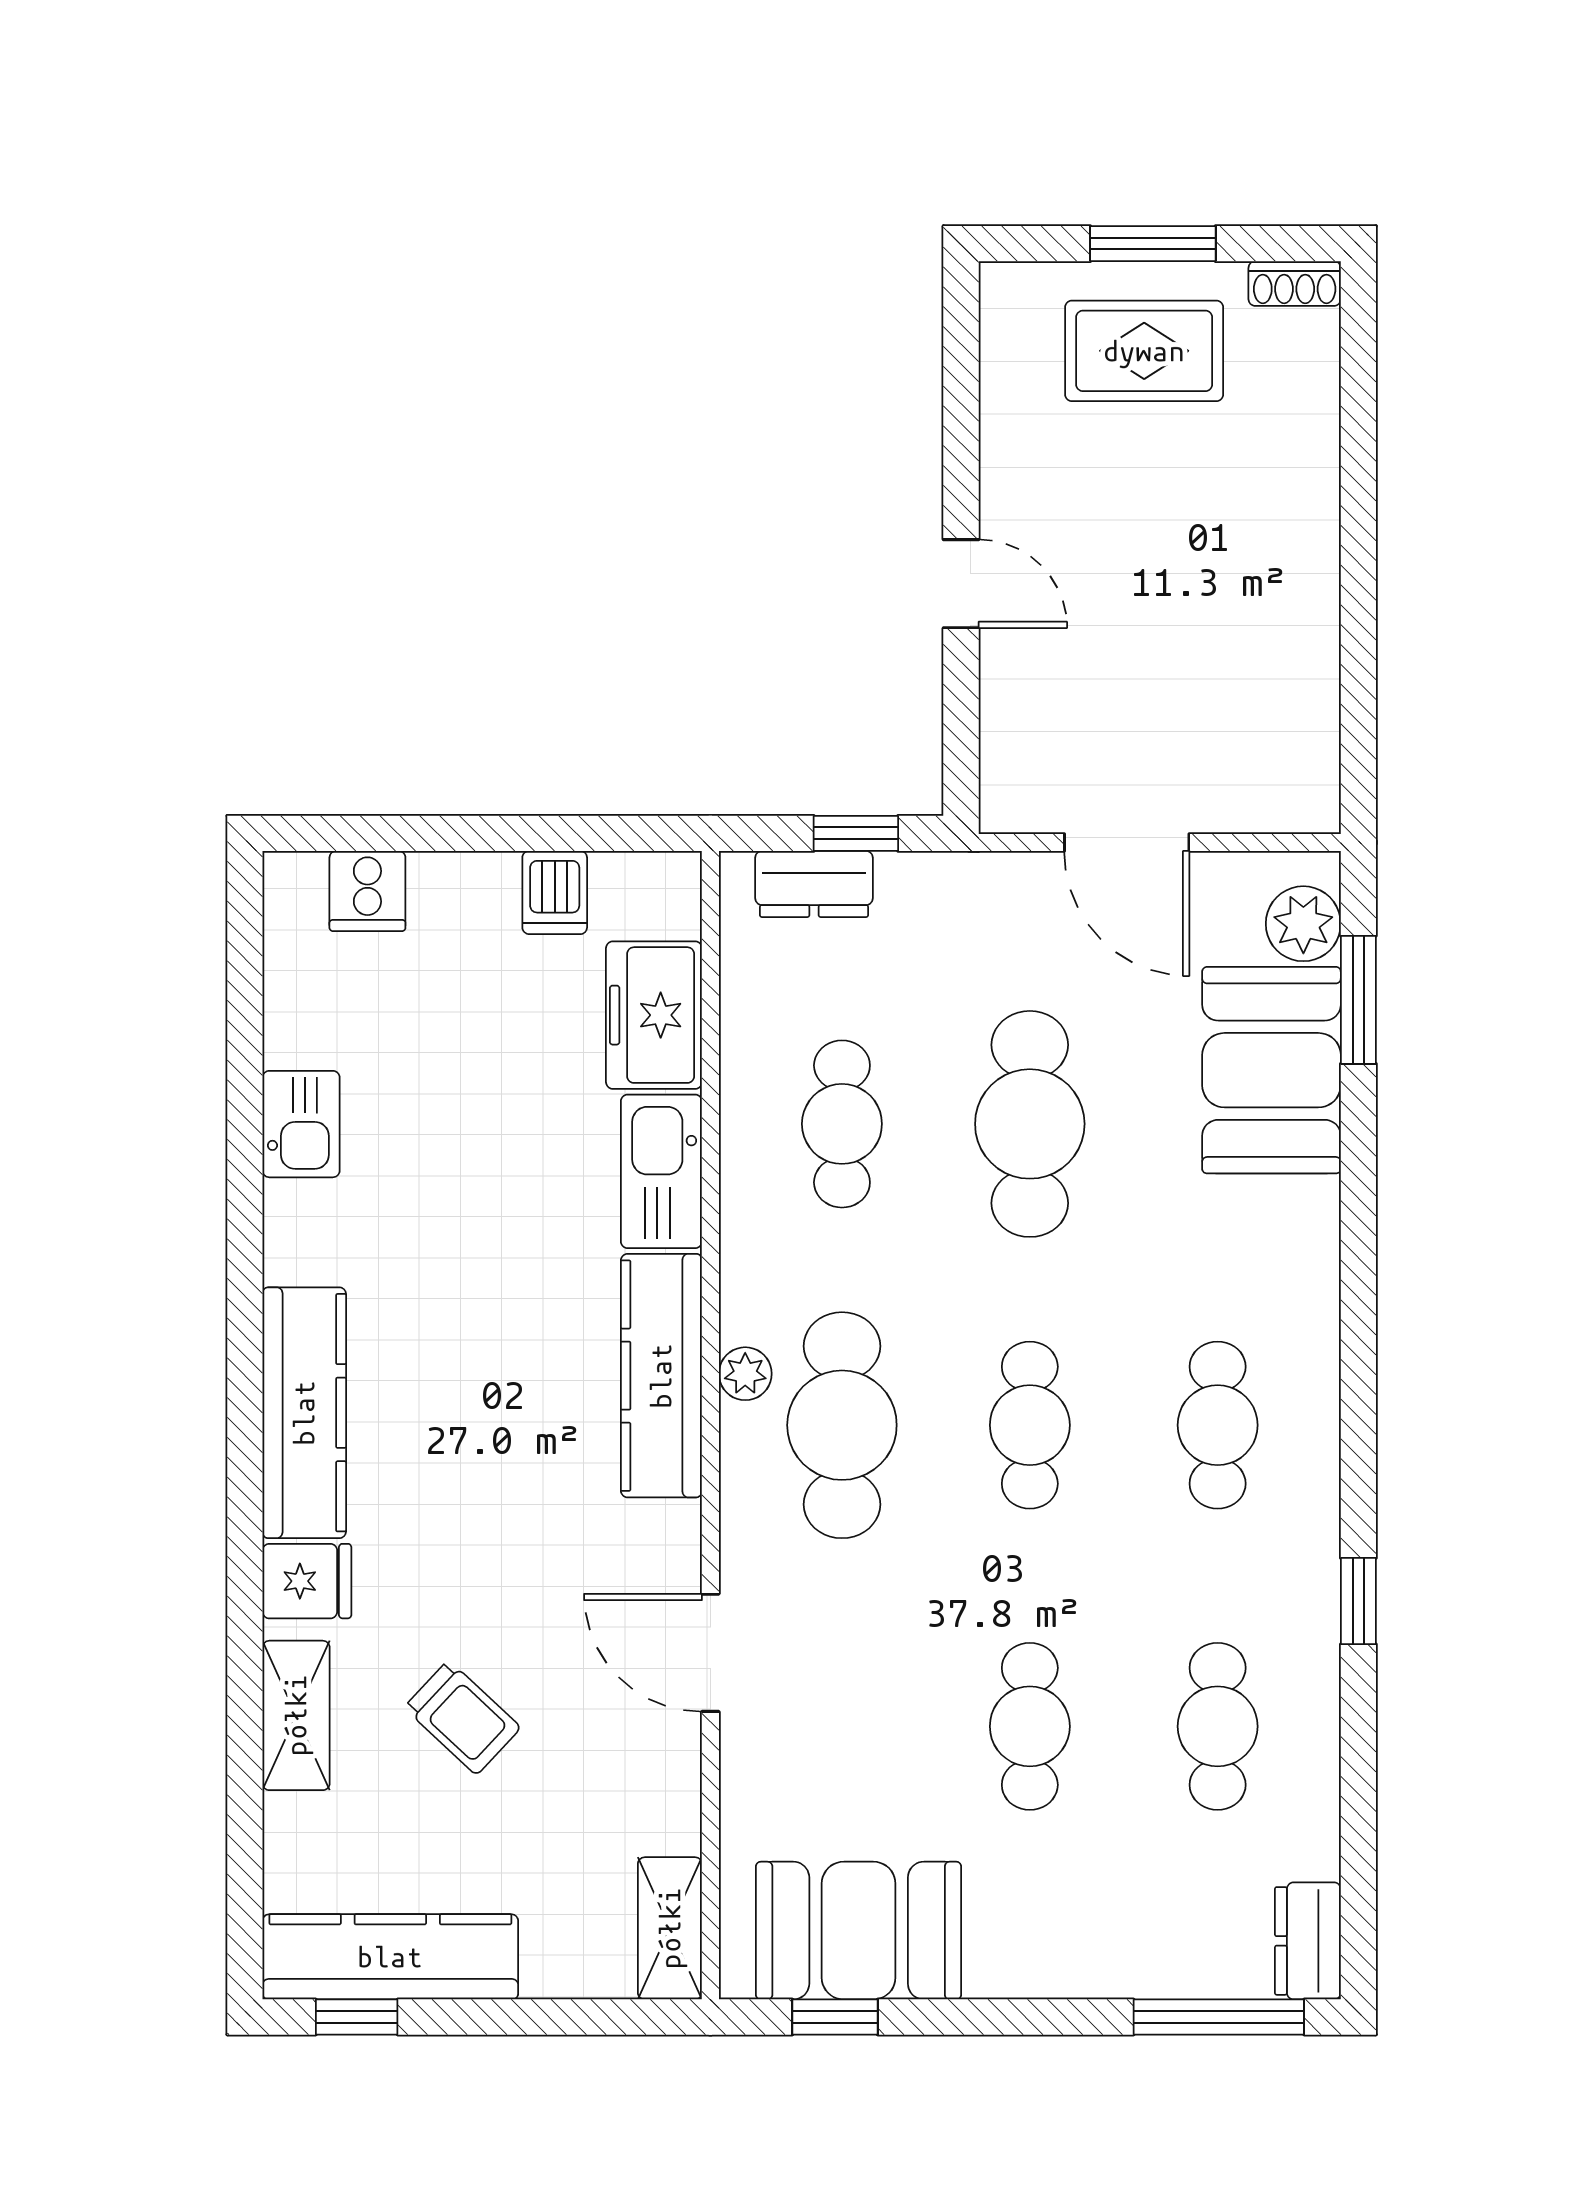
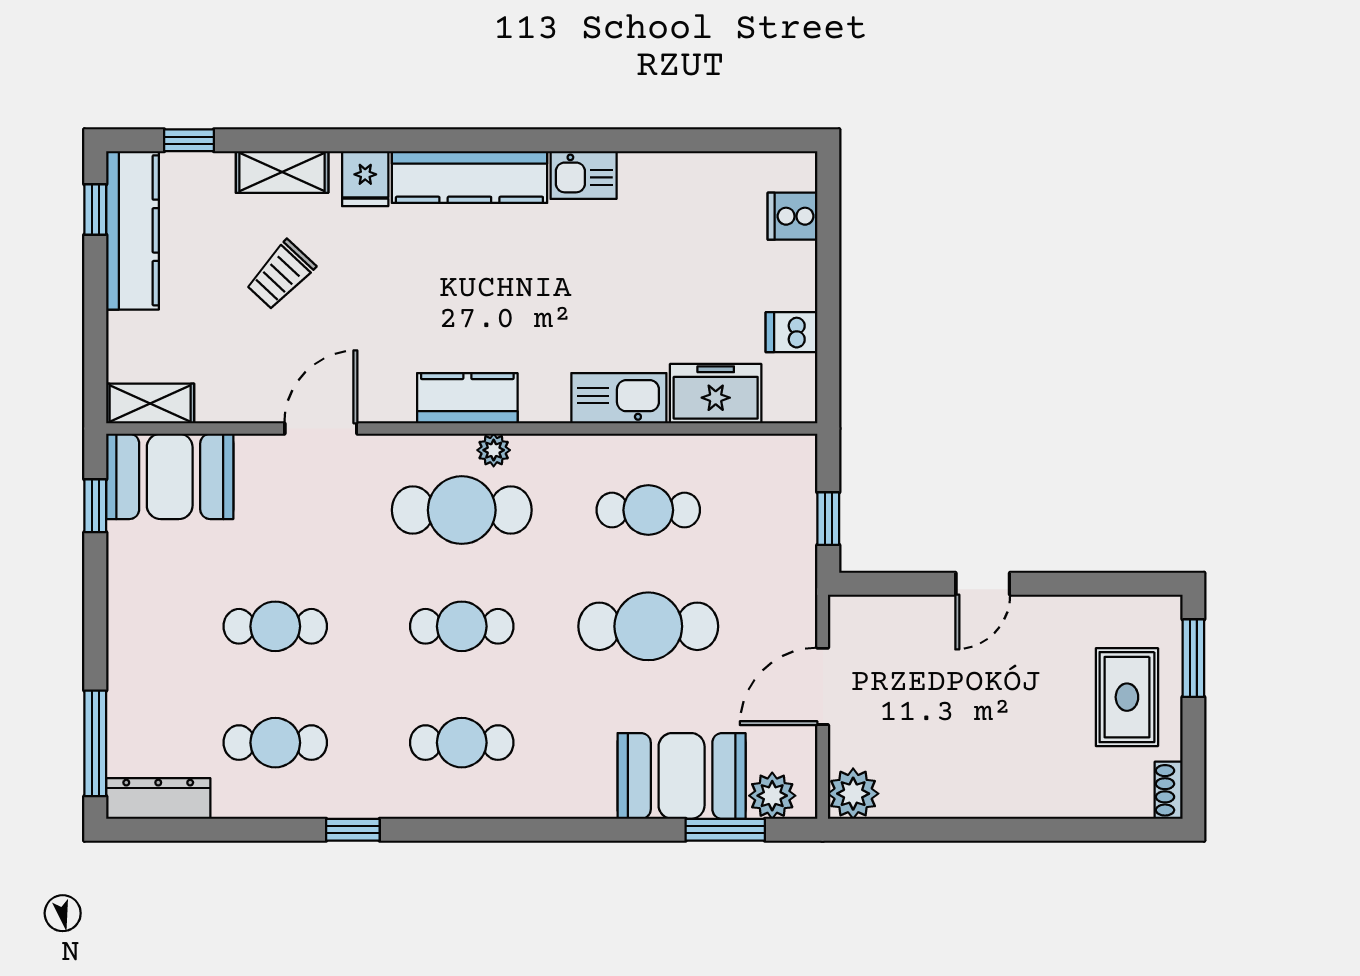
window: (1153, 244) -> (1193, 658), moved
plant: (1300, 793) -> (853, 794), added
dresser: (814, 884) -> (797, 493), removed
kitchen sink: (301, 1124) -> (584, 175), moved
kitchen counter: (661, 1376) -> (467, 398), width x0.67
window: (245, 1866) -> (189, 140), added
booth: (859, 1931) -> (170, 476), moved, turned 90
dresser: (1308, 1941) -> (158, 798), width x1.44

